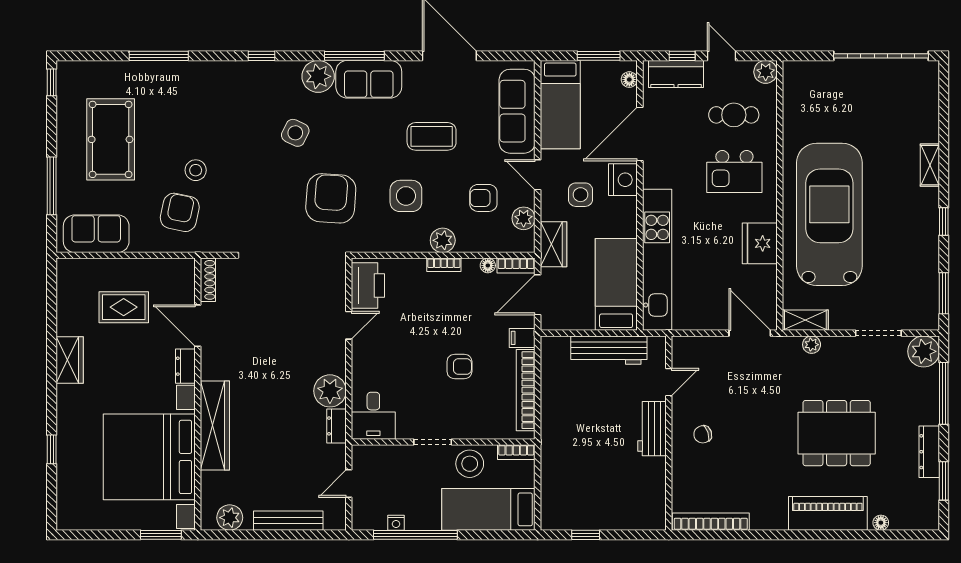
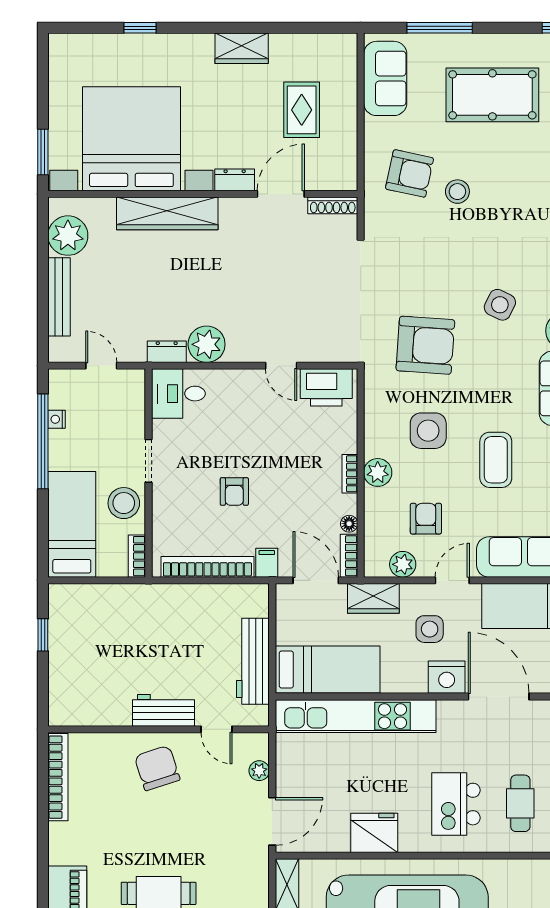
plant: (812, 345) -> (259, 771), moved
chair: (703, 434) -> (157, 768), width x1.87, depth x1.87
plant: (230, 518) -> (68, 236), width x1.36, depth x1.36

